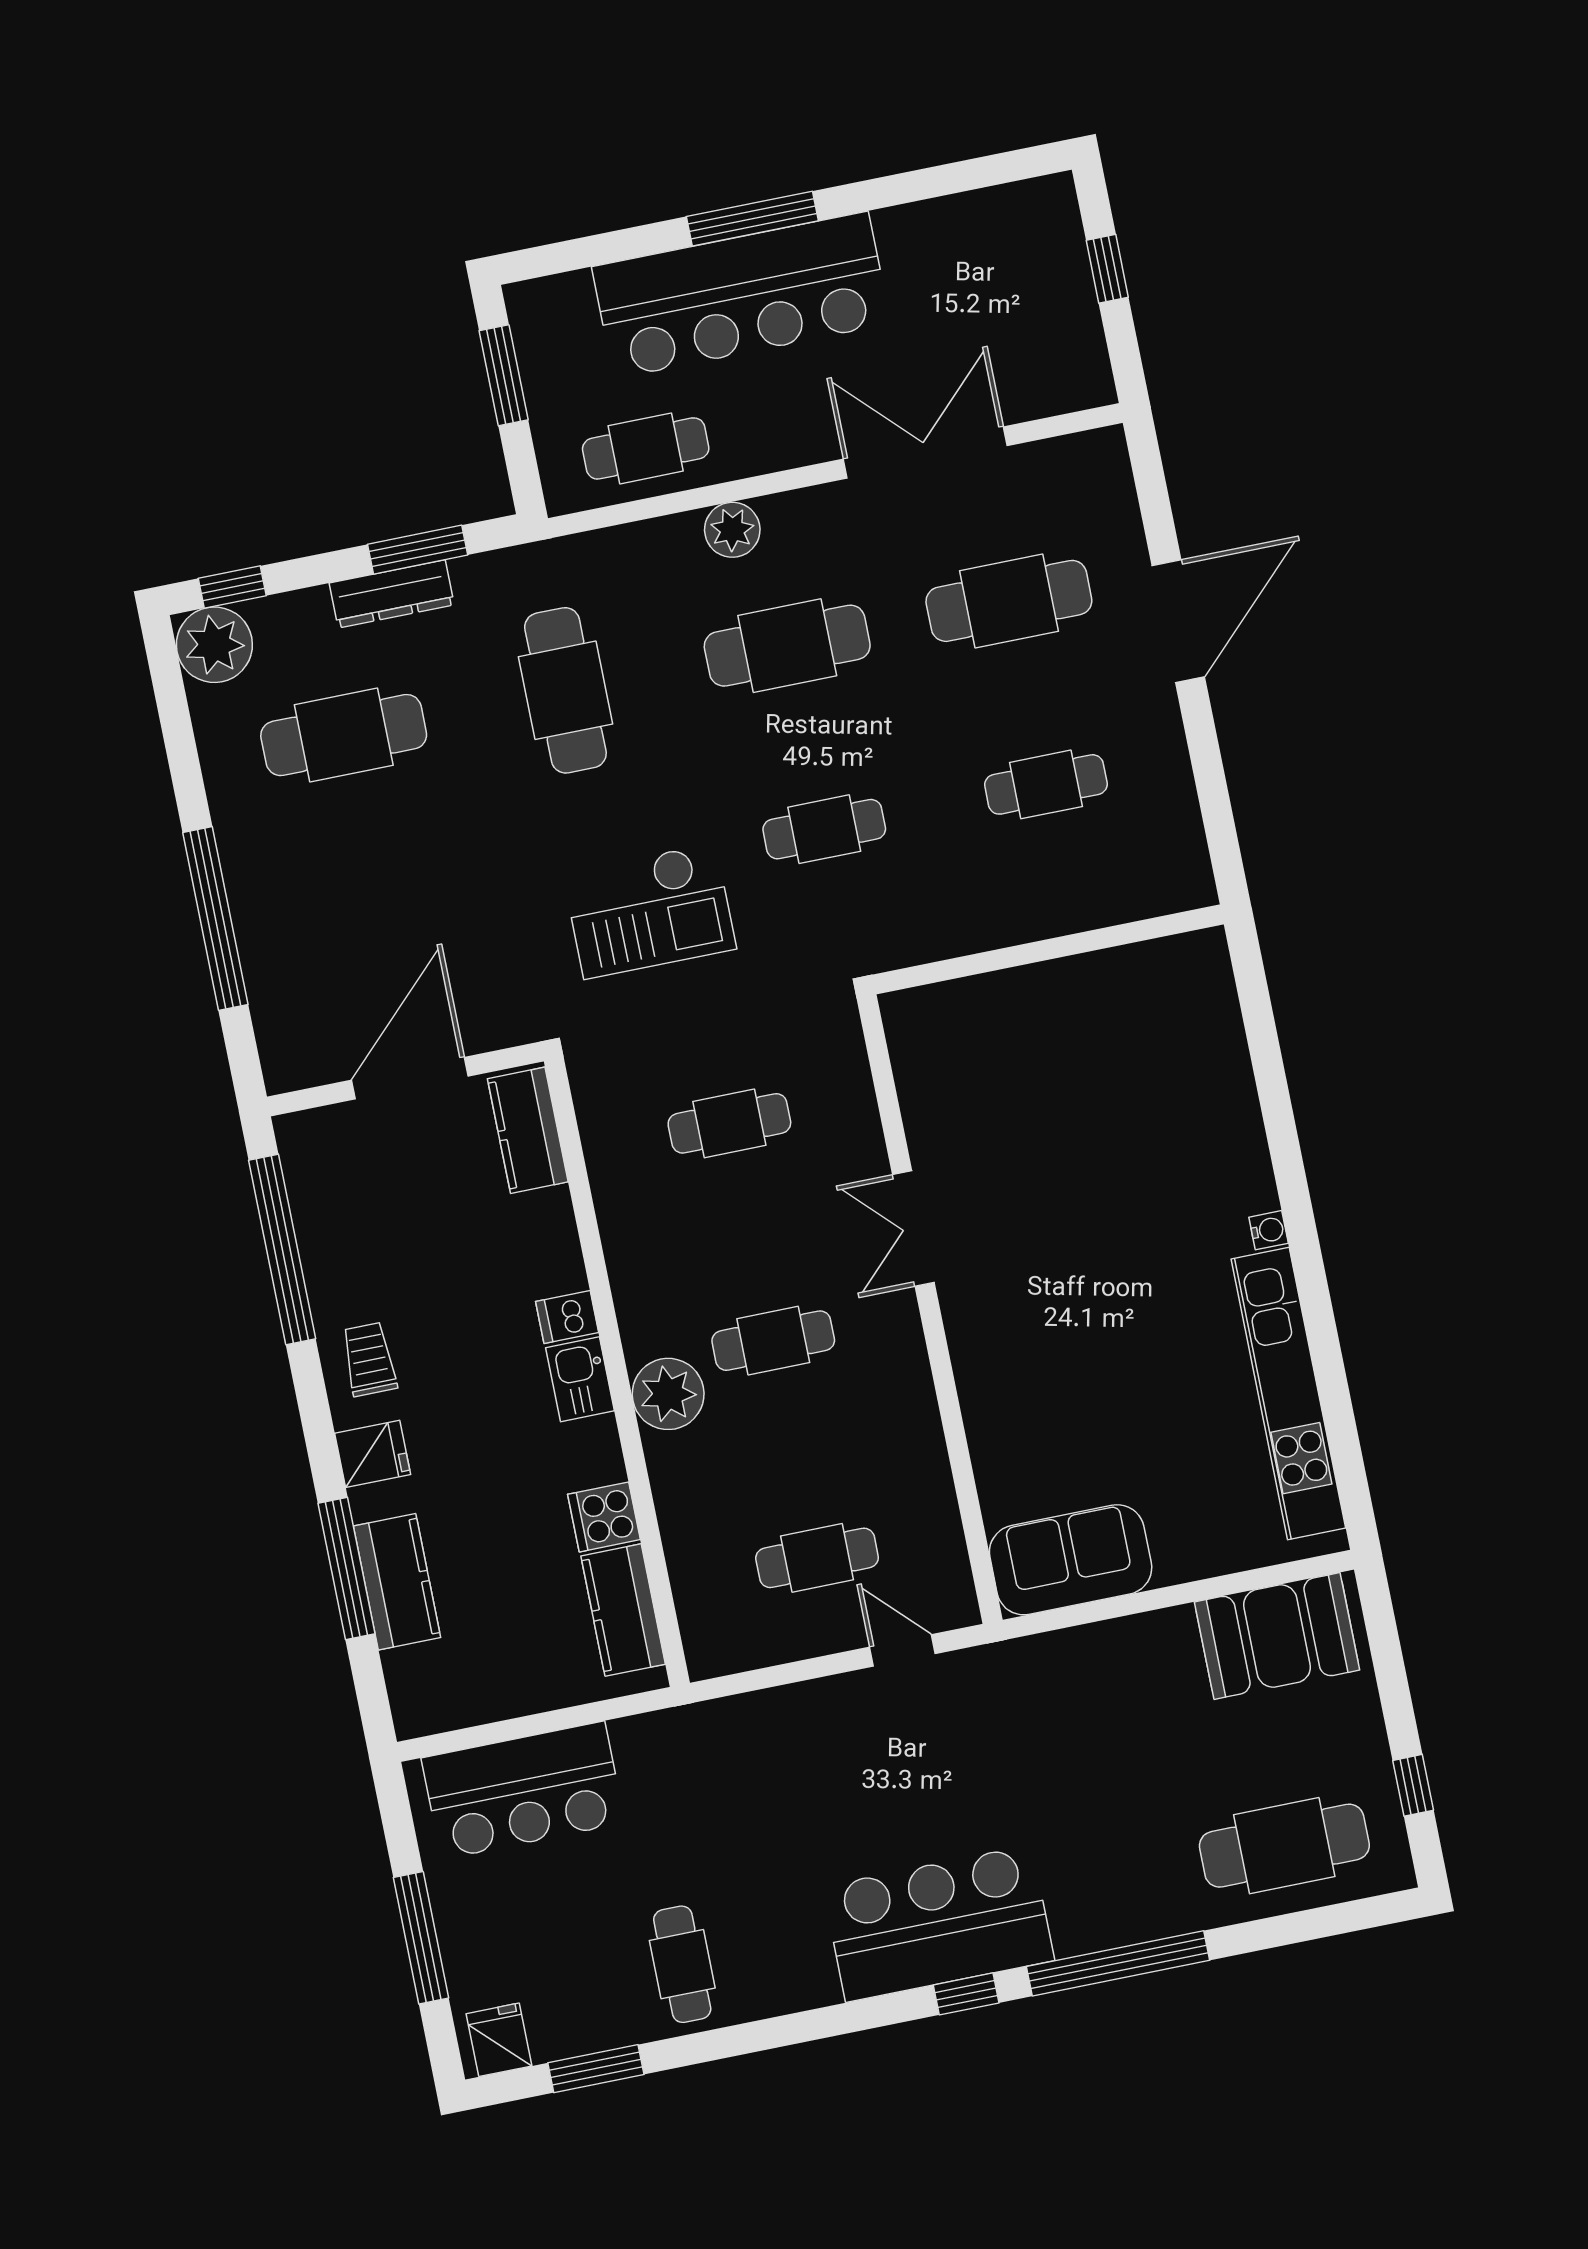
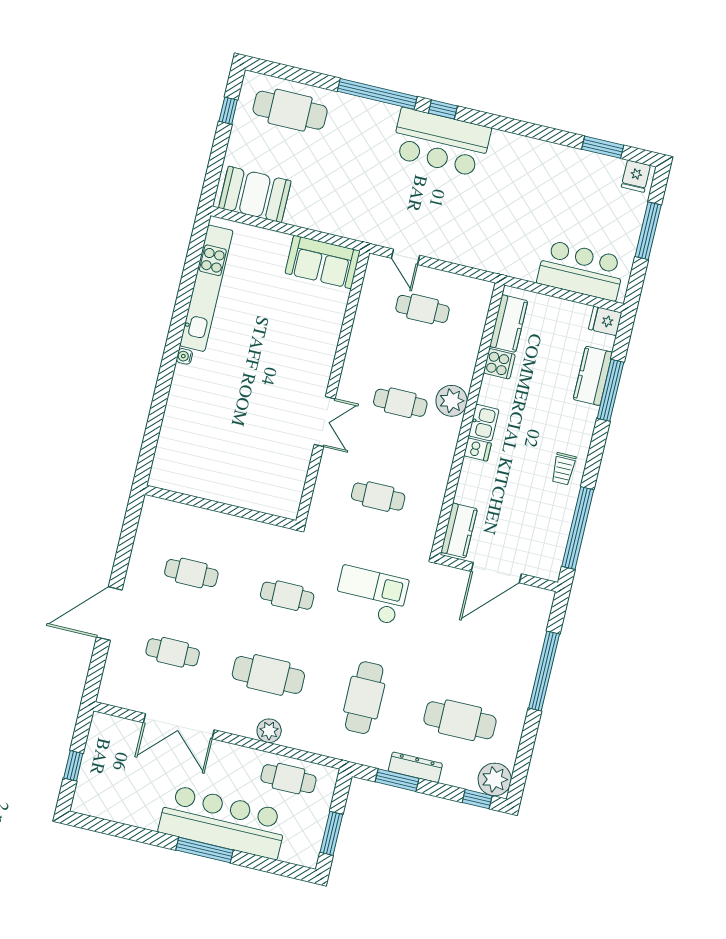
cafe table: (1009, 601) -> (173, 652), width x0.73, depth x0.74
fridge: (373, 1454) -> (605, 321), moved
cafe table: (682, 1964) -> (550, 173), removed

